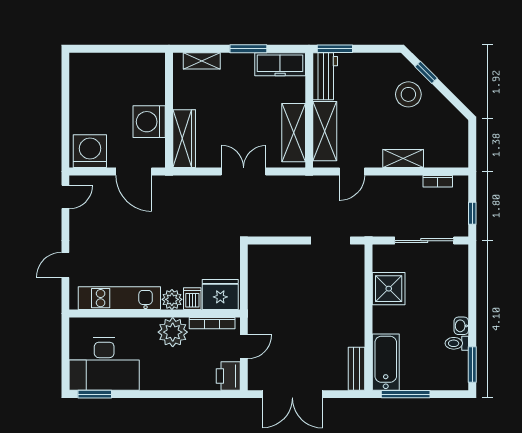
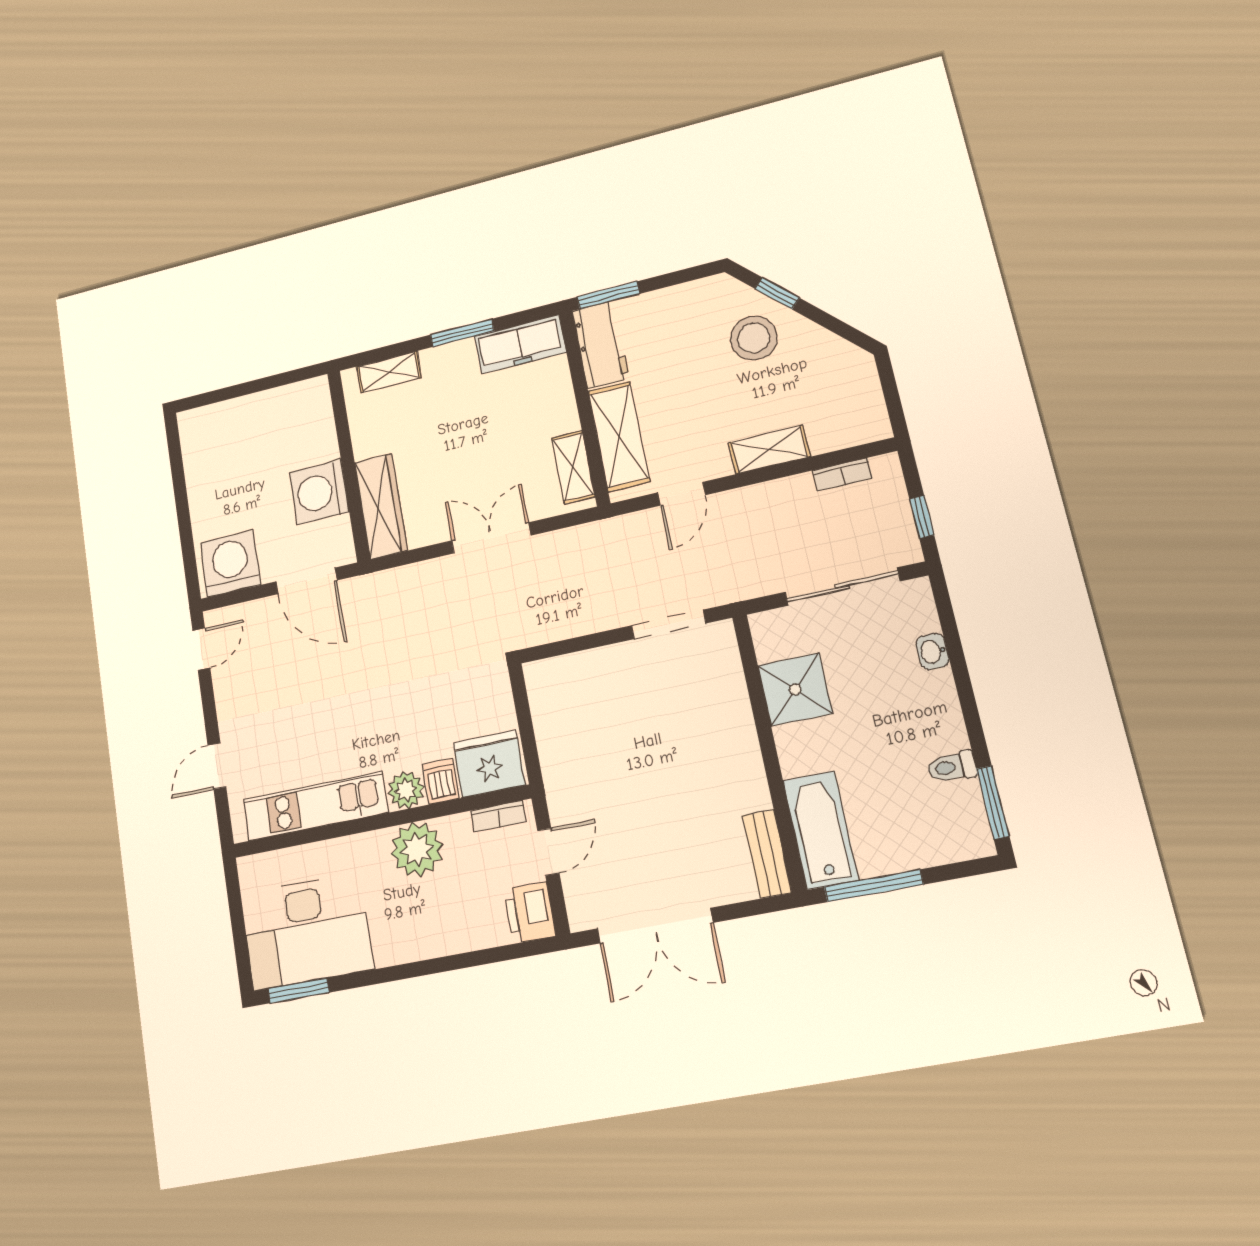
shelving: (294, 133) -> (573, 467), width x0.67, depth x0.75
bookcase: (212, 323) -> (498, 816), width x0.64
washbasin: (461, 326) -> (933, 651), moved

